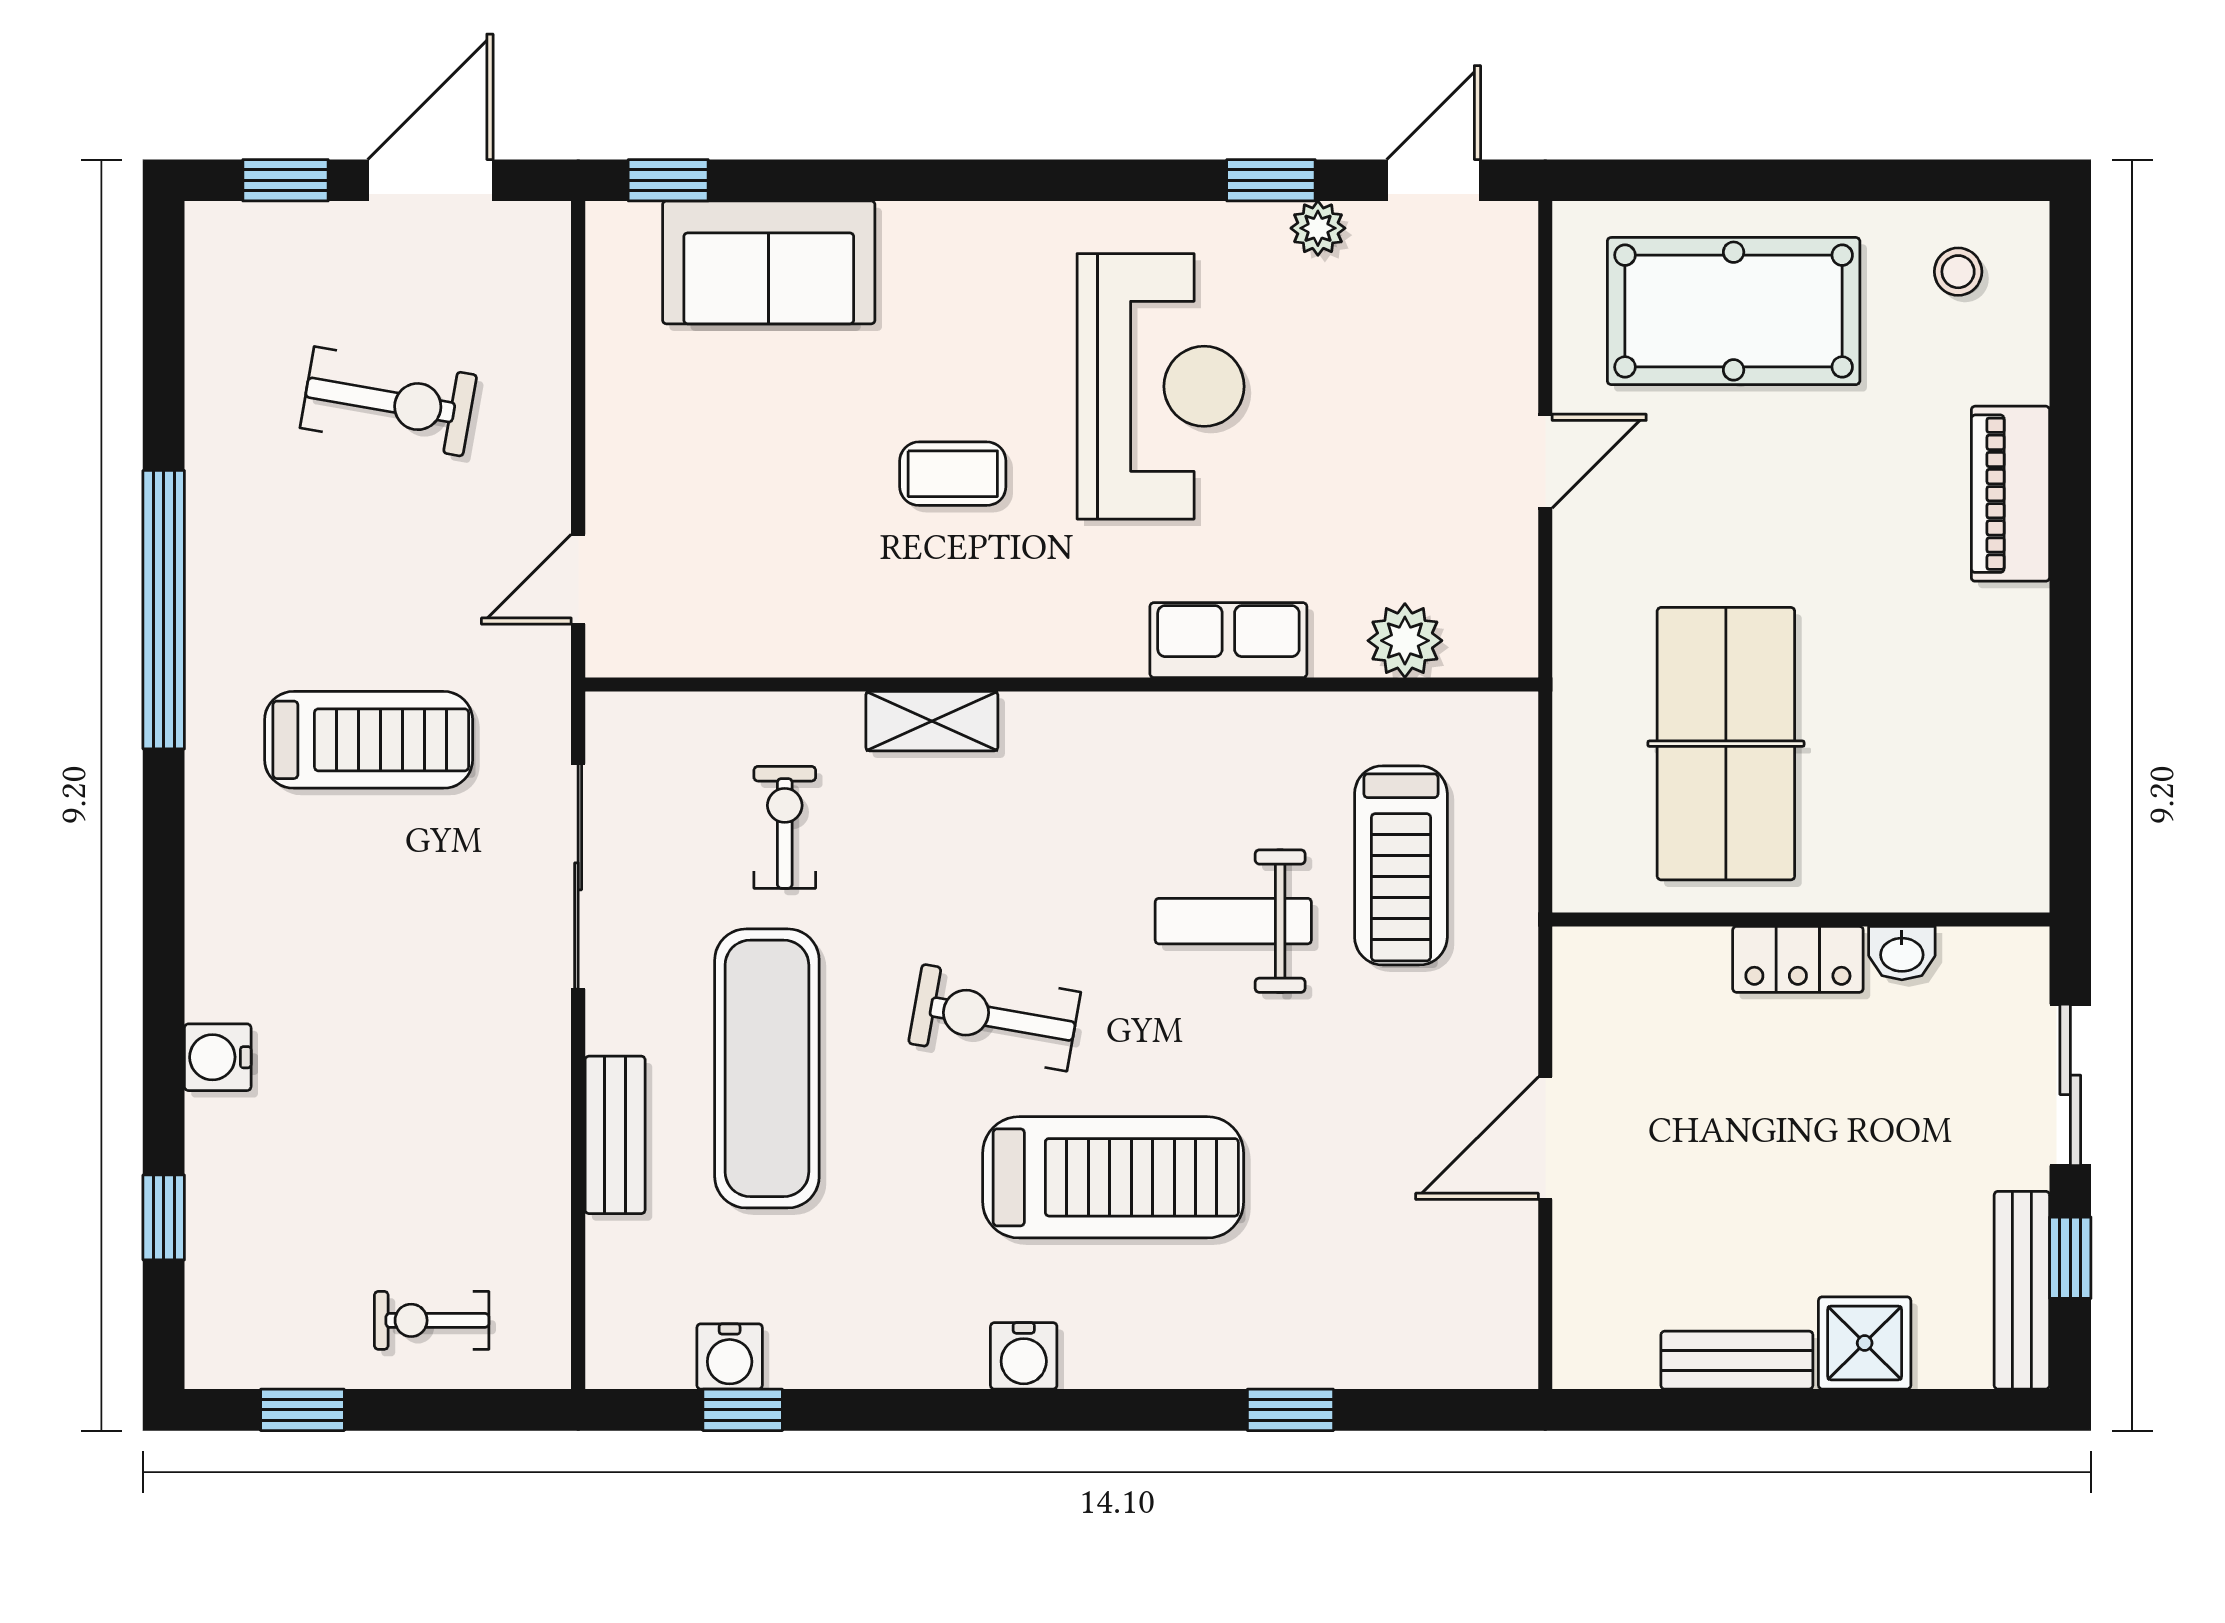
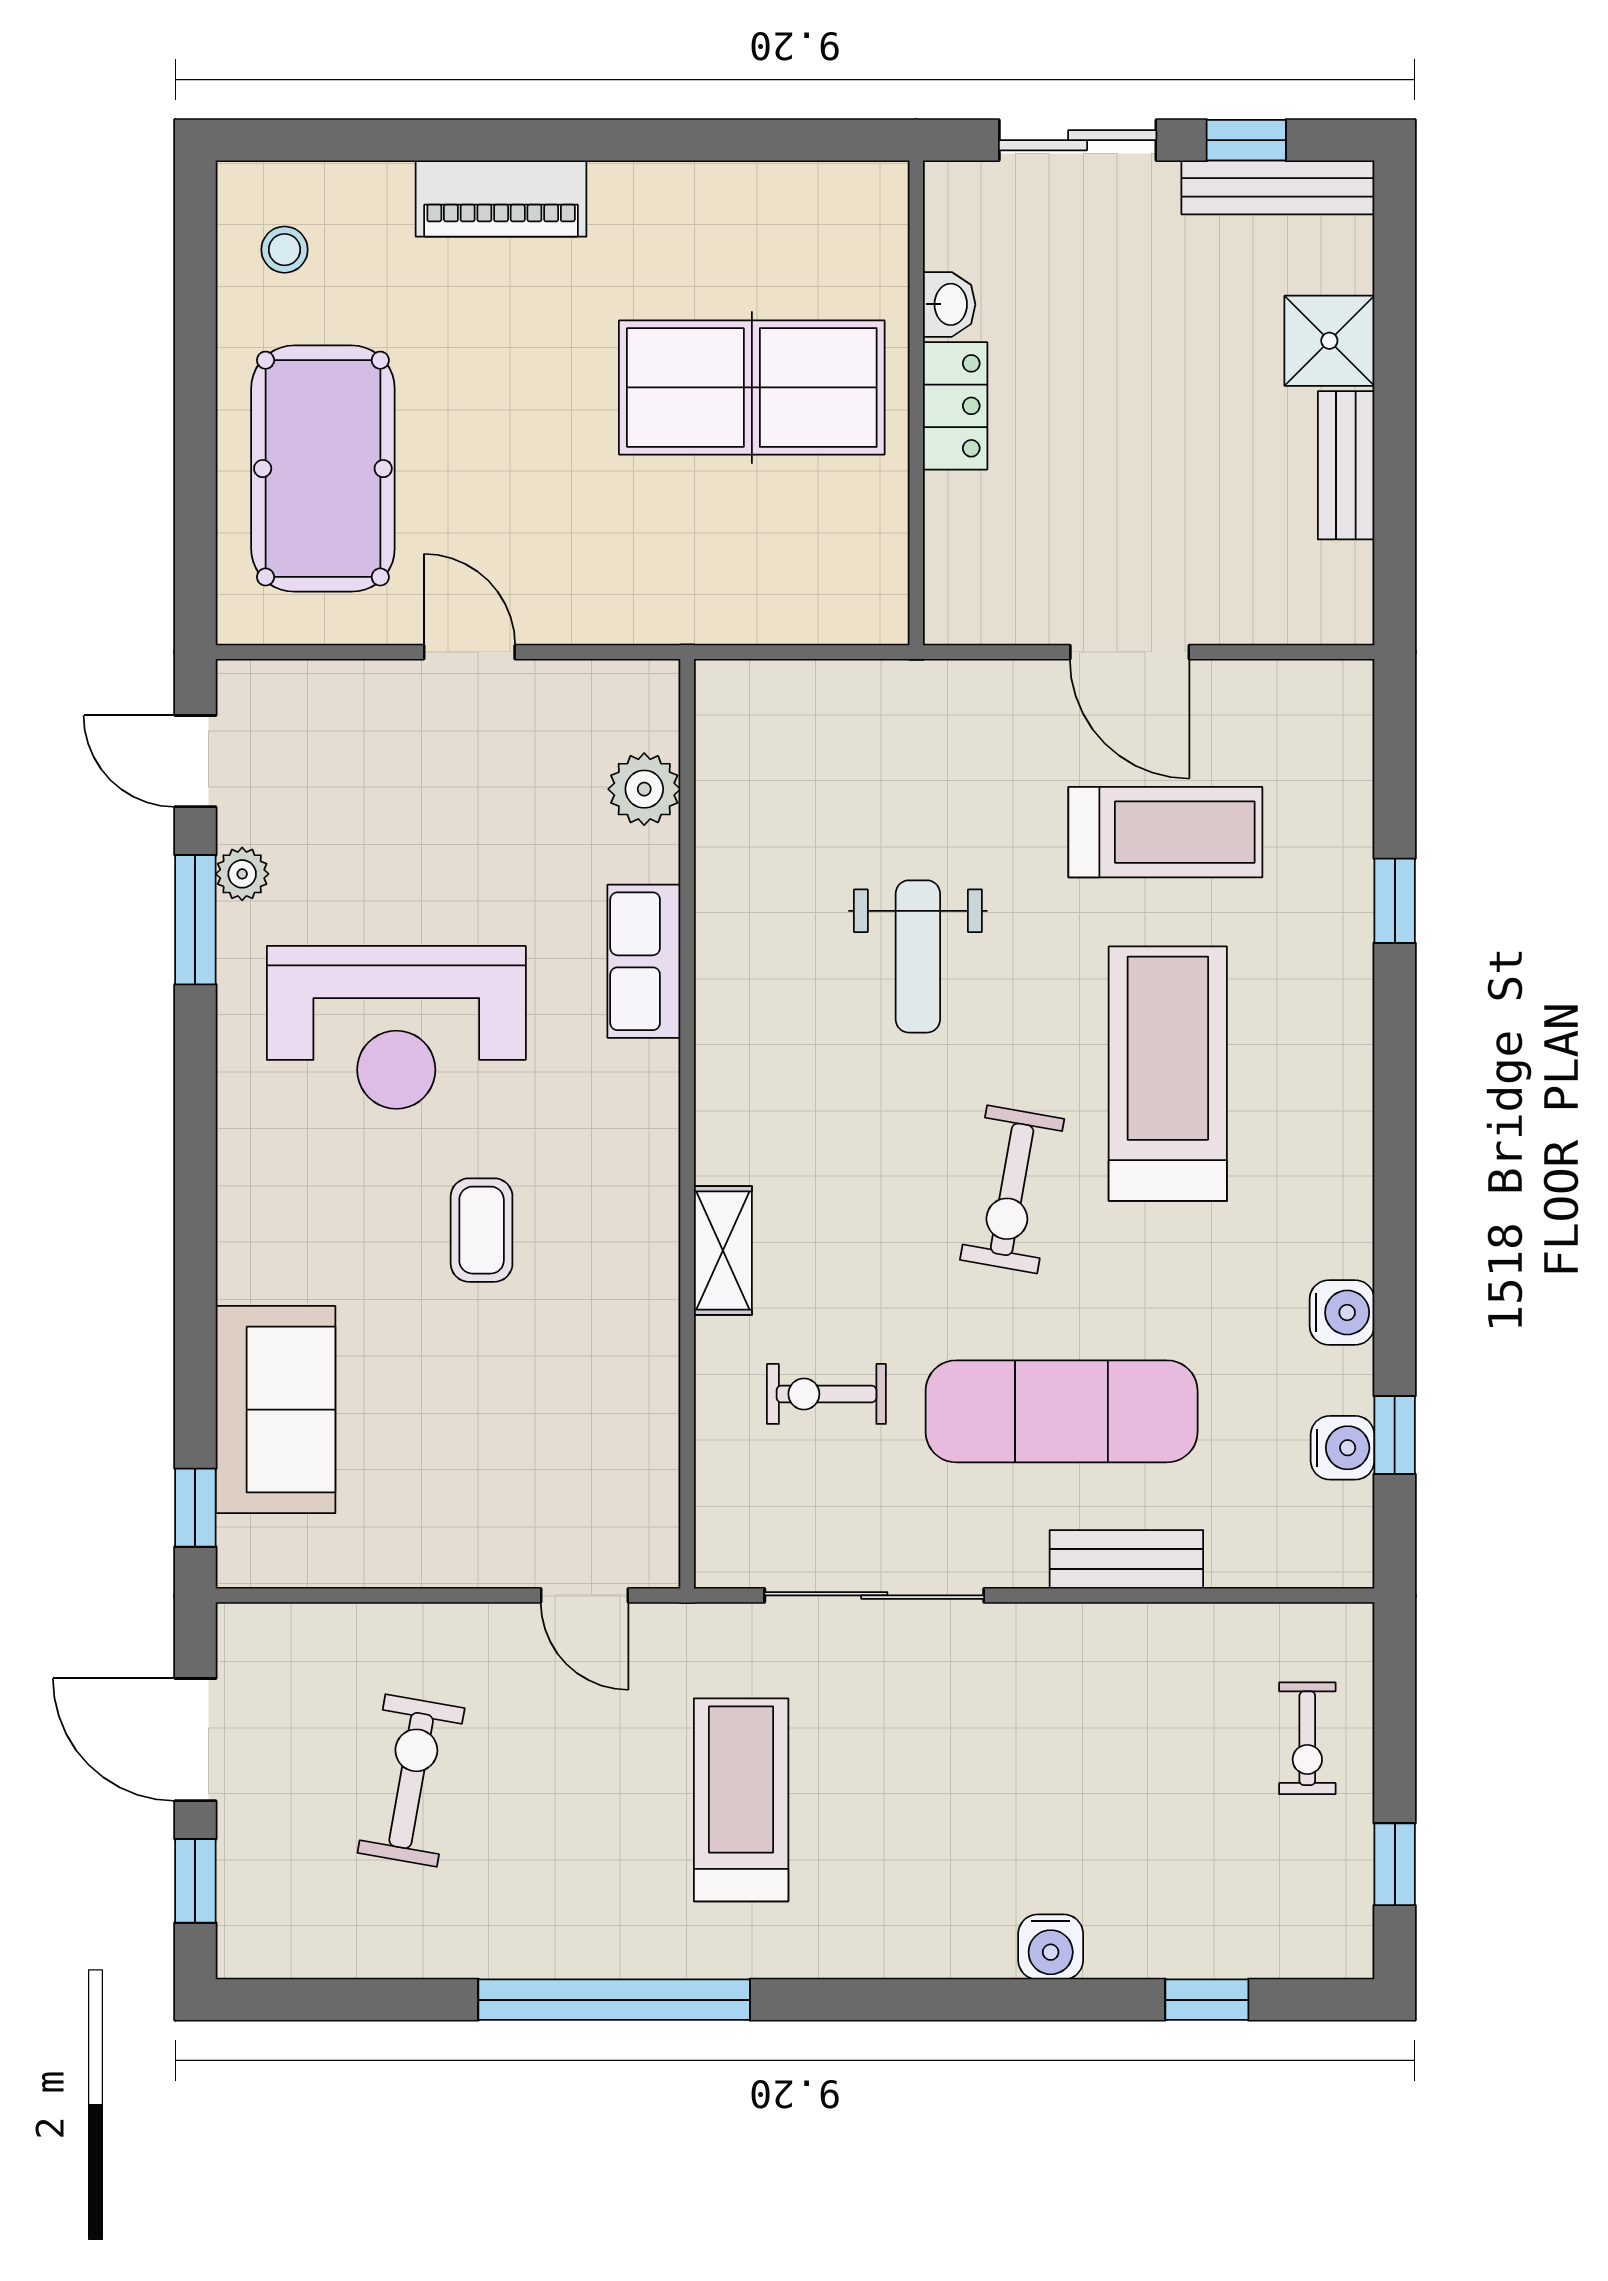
window: (1271, 180) -> (195, 920), width x1.50
reception desk: (1161, 386) -> (396, 1027), turned 180
table tennis table: (1726, 744) -> (752, 387), moved
treadmill: (1401, 865) -> (1165, 832), moved
water cooler: (1024, 1356) -> (1342, 1313), moved

